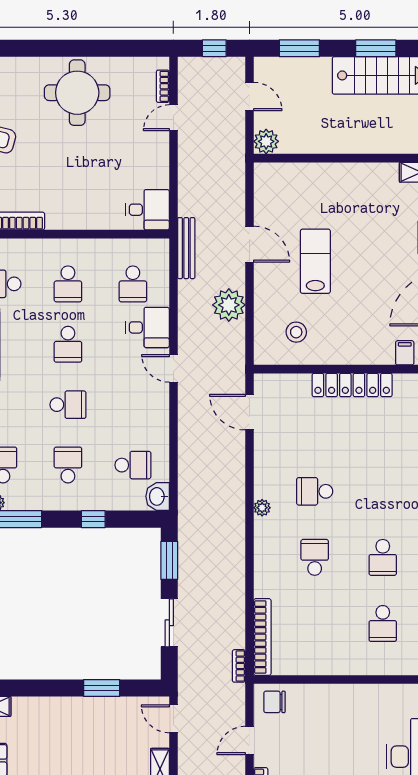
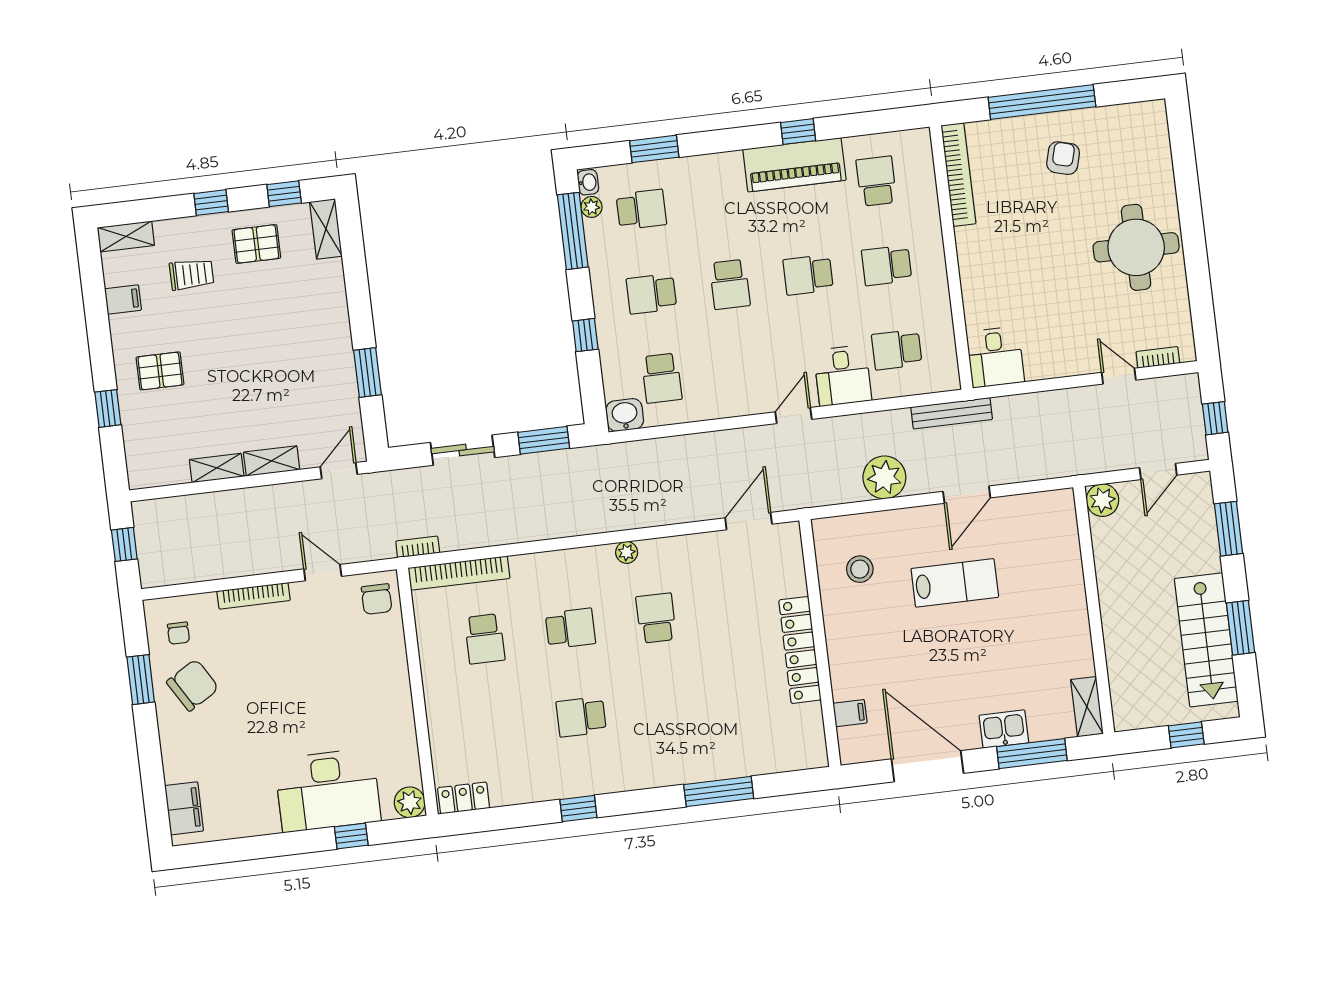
school desk: (68, 465) -> (651, 294), turned 180
school desk: (383, 623) -> (485, 639), moved, turned -90
chair: (275, 702) -> (377, 599), turned 180

